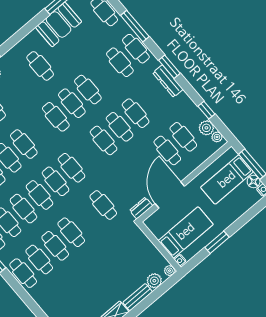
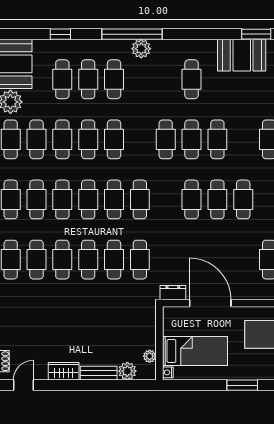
cafe table: (167, 150) -> (114, 260), moved
door: (170, 195) -> (210, 303), hinge flipped
window: (217, 242) -> (242, 385), moved
plant: (170, 271) -> (150, 356), moved

